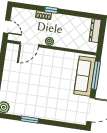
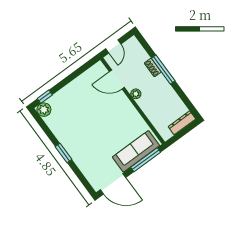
window: (51, 10) -> (163, 69), width x2.17
window: (30, 120) -> (63, 153), moved

